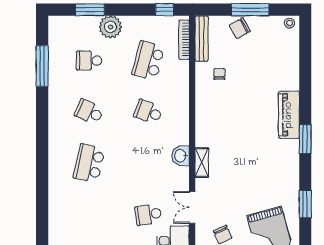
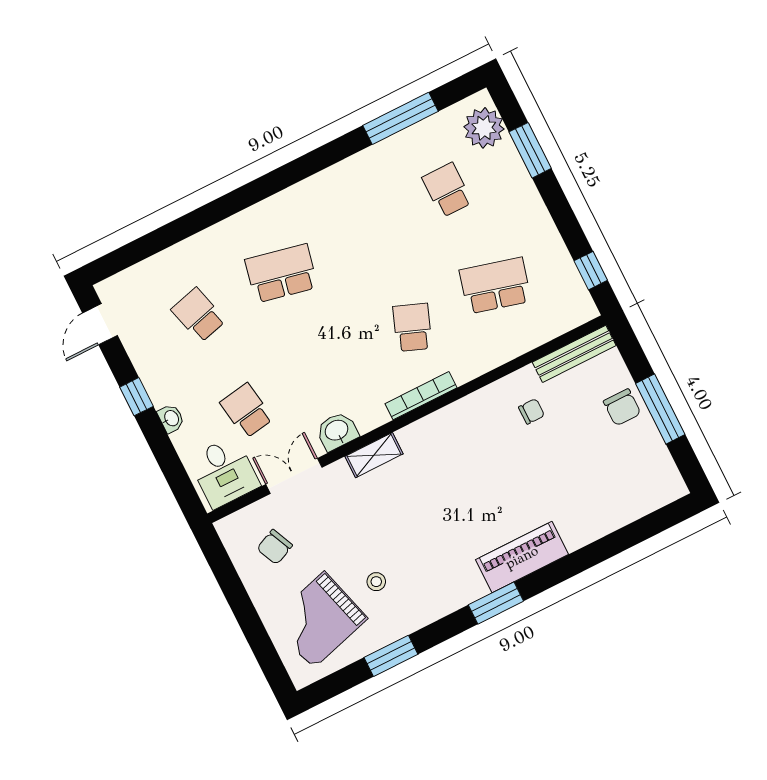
stool: (289, 23) -> (376, 582), moved
plant: (110, 27) -> (484, 128), moved
chair: (240, 28) -> (622, 407), turned -150
bookcase: (184, 40) -> (421, 396), moved
school desk: (89, 112) -> (198, 315), moved, turned -39
washbasin: (181, 156) -> (337, 431), moved

